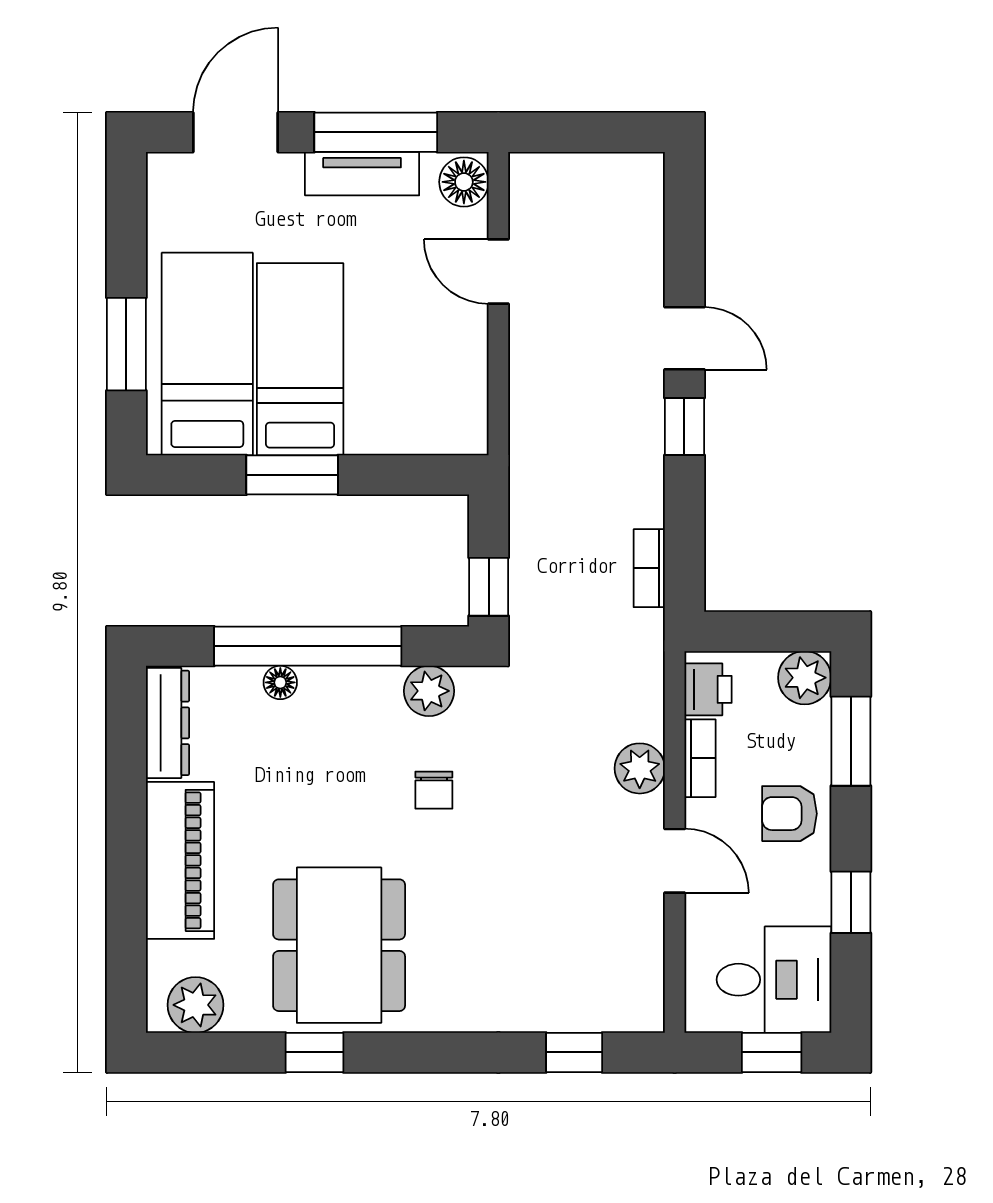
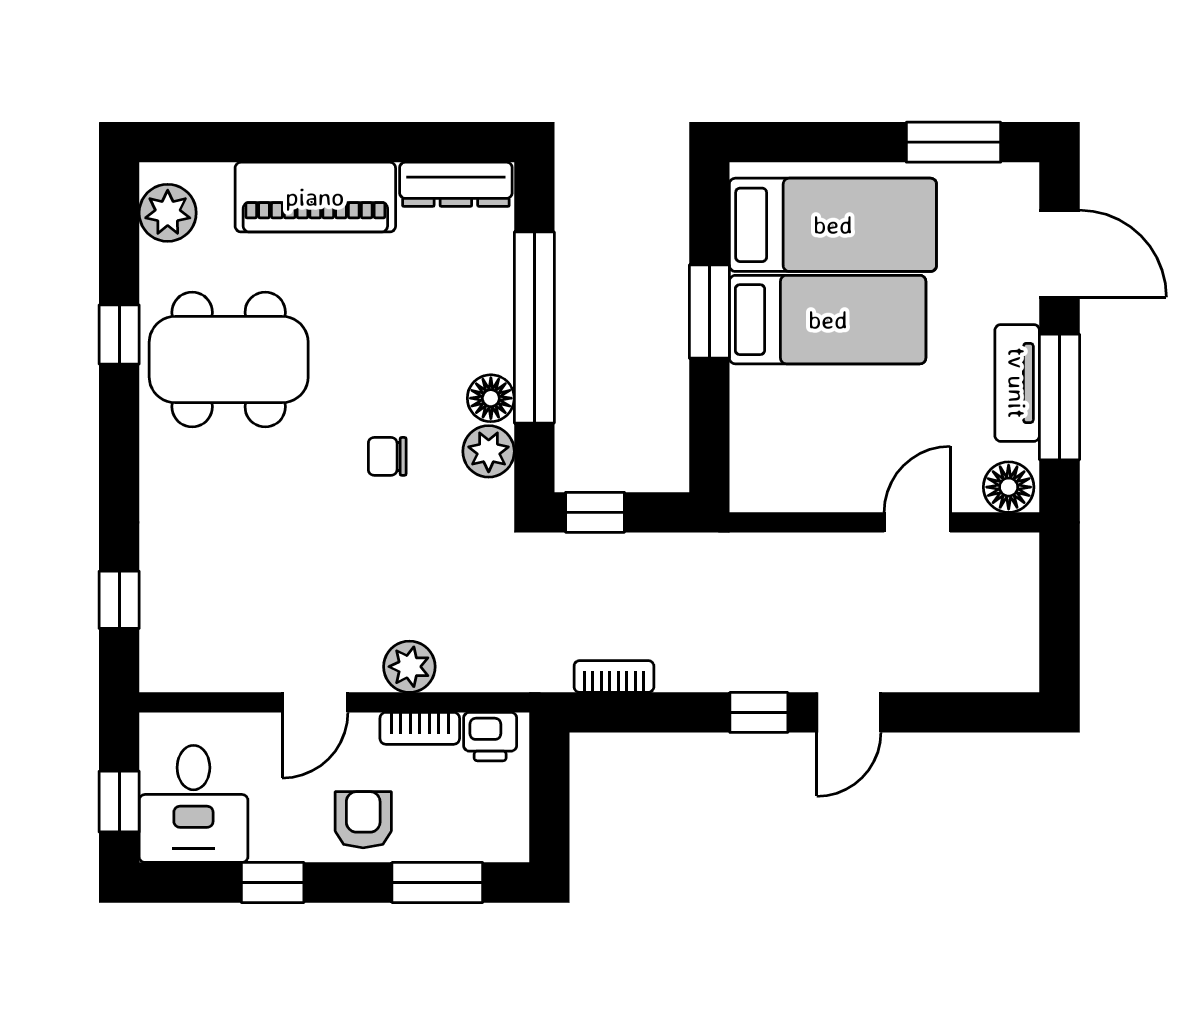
window: (126, 344) -> (954, 142), moved
plant: (805, 678) -> (502, 835), removed
floor lamp: (280, 682) -> (491, 398), moved, width x1.37, depth x1.37

